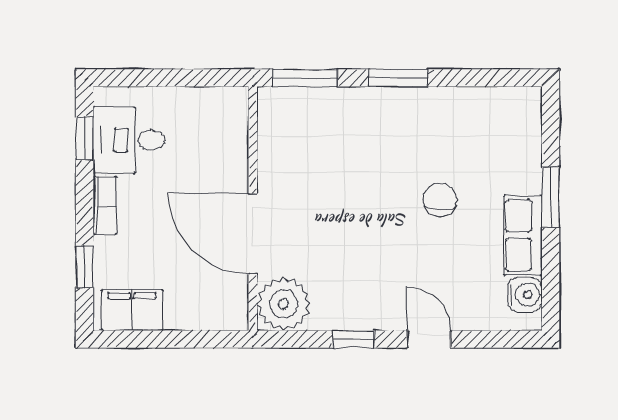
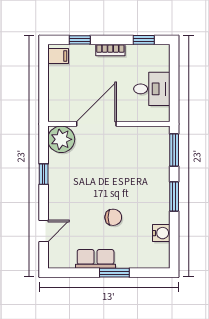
desk: (129, 140) -> (152, 89), moved, turned 90
water cooler: (525, 295) -> (161, 233), moved, turned -90
filing cabinet: (132, 310) -> (58, 56), width x0.50
door: (429, 339) -> (44, 231), moved

